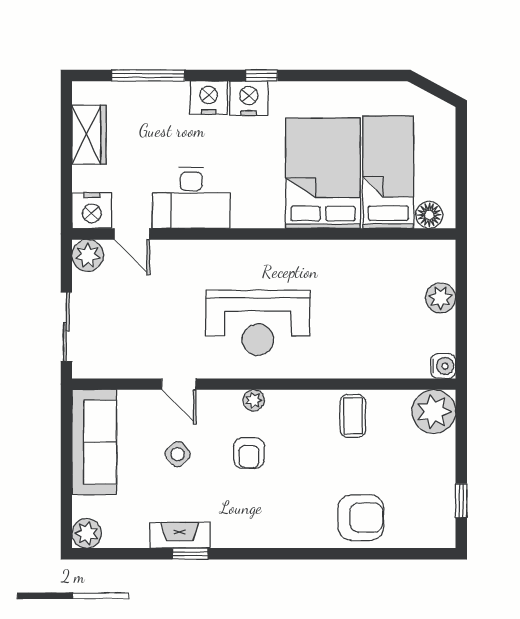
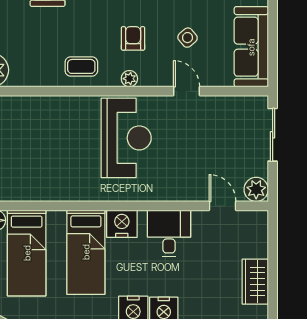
bed: (323, 173) -> (86, 252), width x0.67
desk: (191, 198) -> (169, 233), width x0.73
nightstand: (92, 211) -> (122, 224), moved
reception desk: (258, 323) -> (126, 138), turned 90
coffee table: (353, 416) -> (81, 66), moved, turned 90

